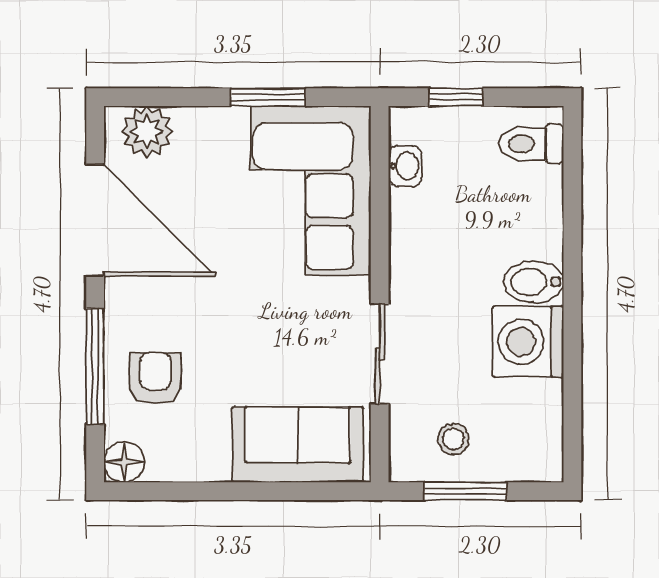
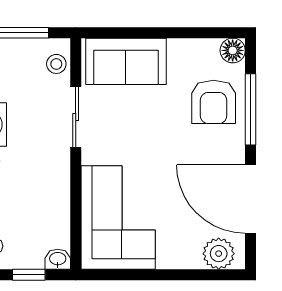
window: (268, 97) -> (144, 275), removed
washbasin: (405, 166) -> (58, 259), moved, turned 90
armchair: (155, 378) -> (214, 102), width x1.38, depth x1.38
stool: (453, 439) -> (56, 64), moved

